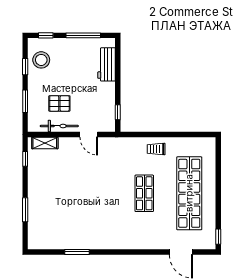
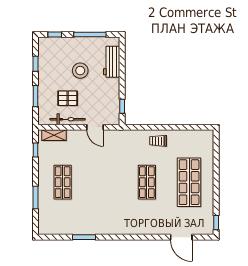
stool: (41, 60) -> (80, 71), moved
shop shelf: (54, 193) -> (63, 182), added
shop shelf: (189, 193) -> (189, 182), width x0.71

